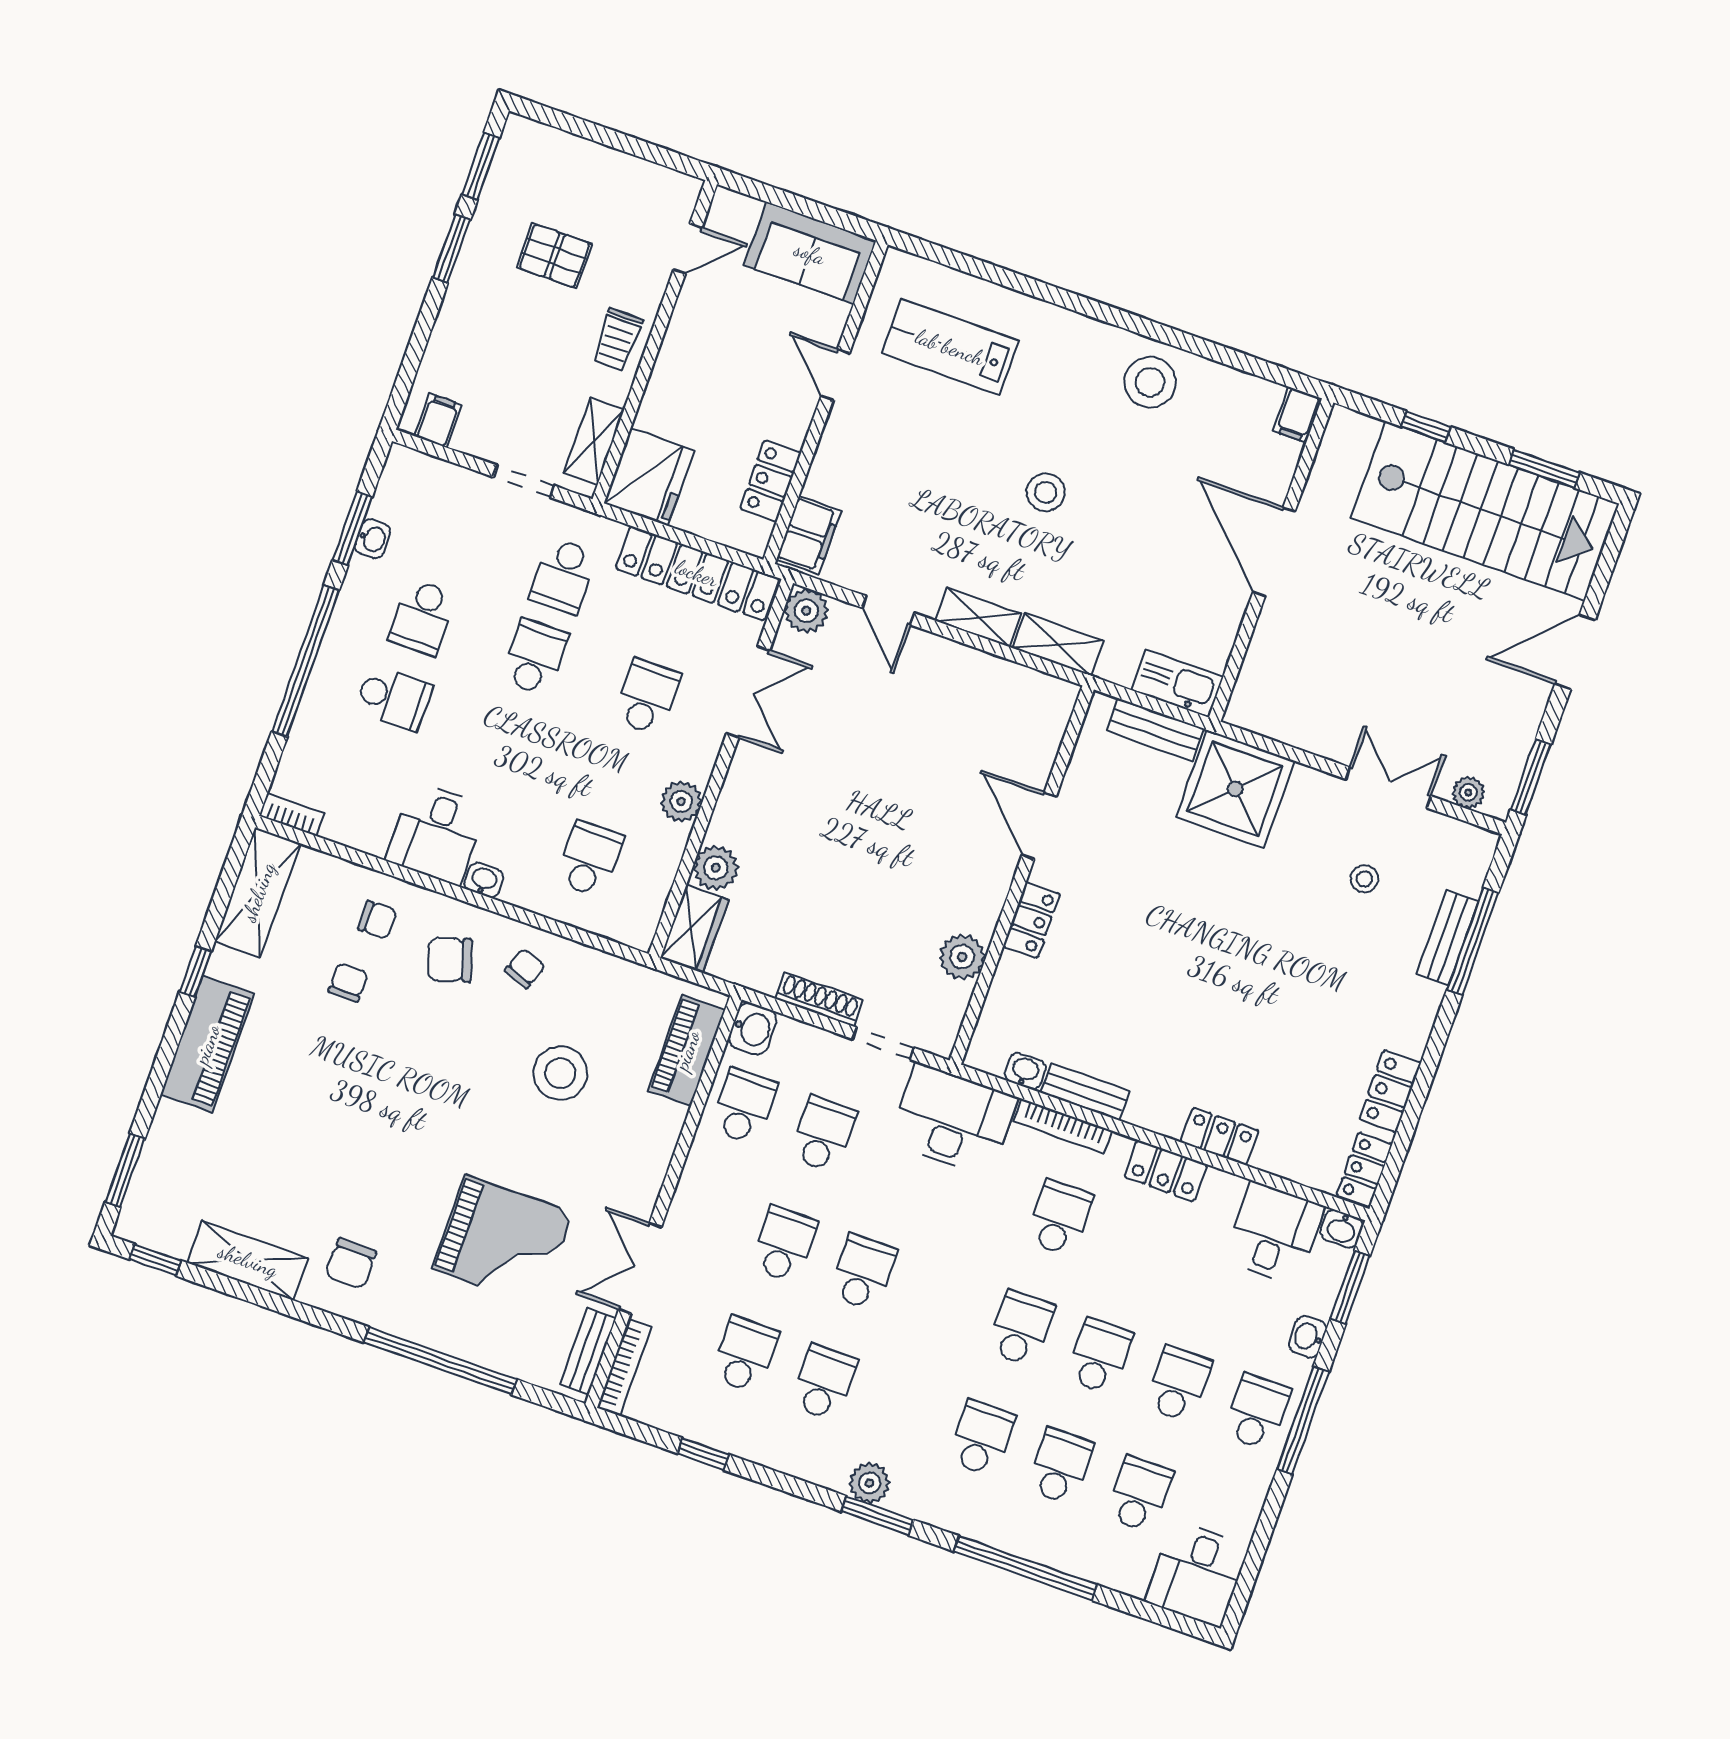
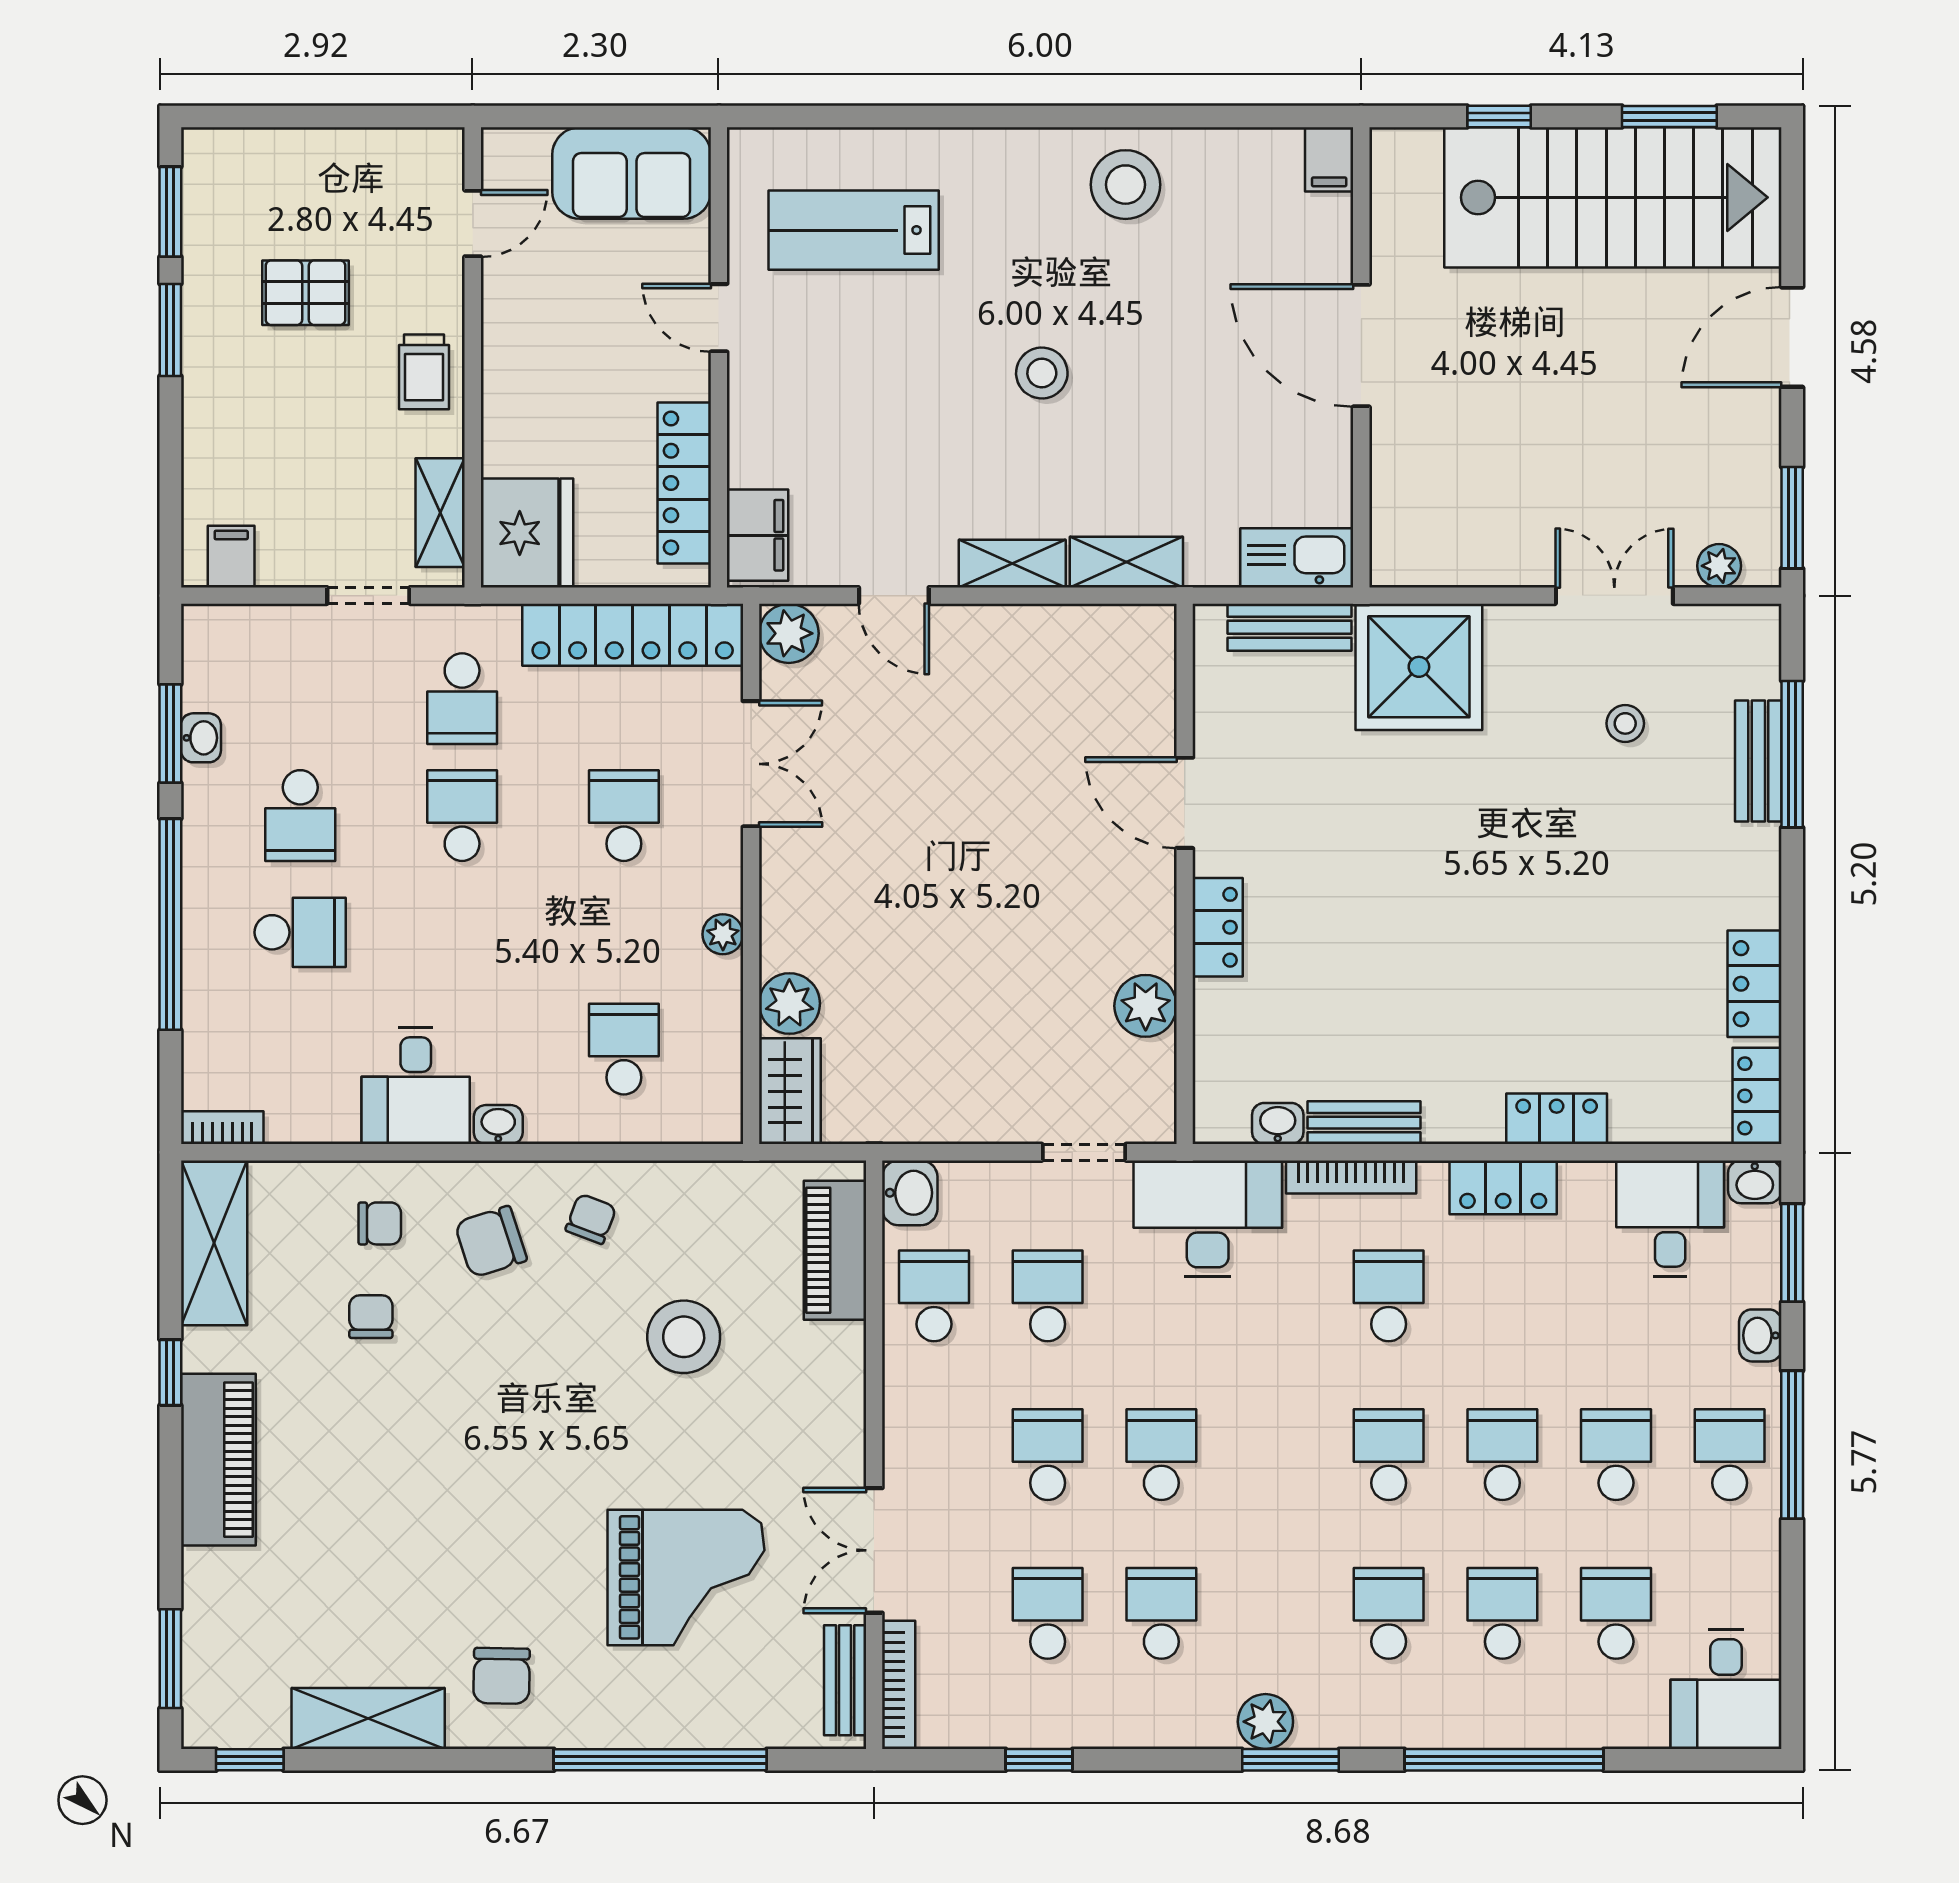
locker: (771, 481) -> (684, 483), width x1.53
plant: (681, 802) -> (723, 934), width x0.73, depth x0.73
shoe rack: (819, 999) -> (982, 1125), removed

